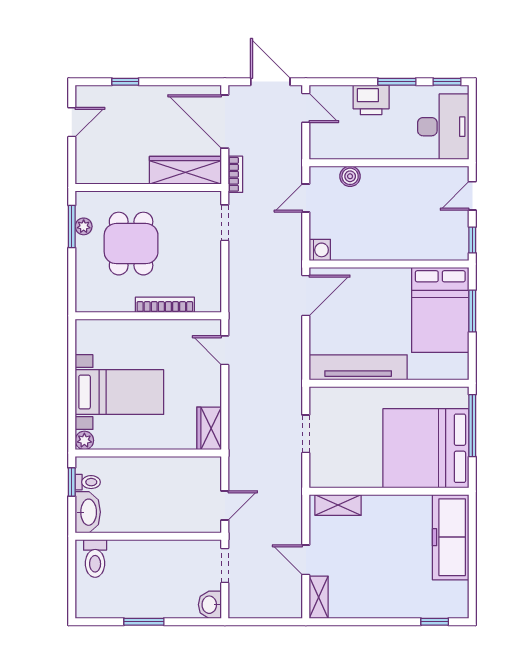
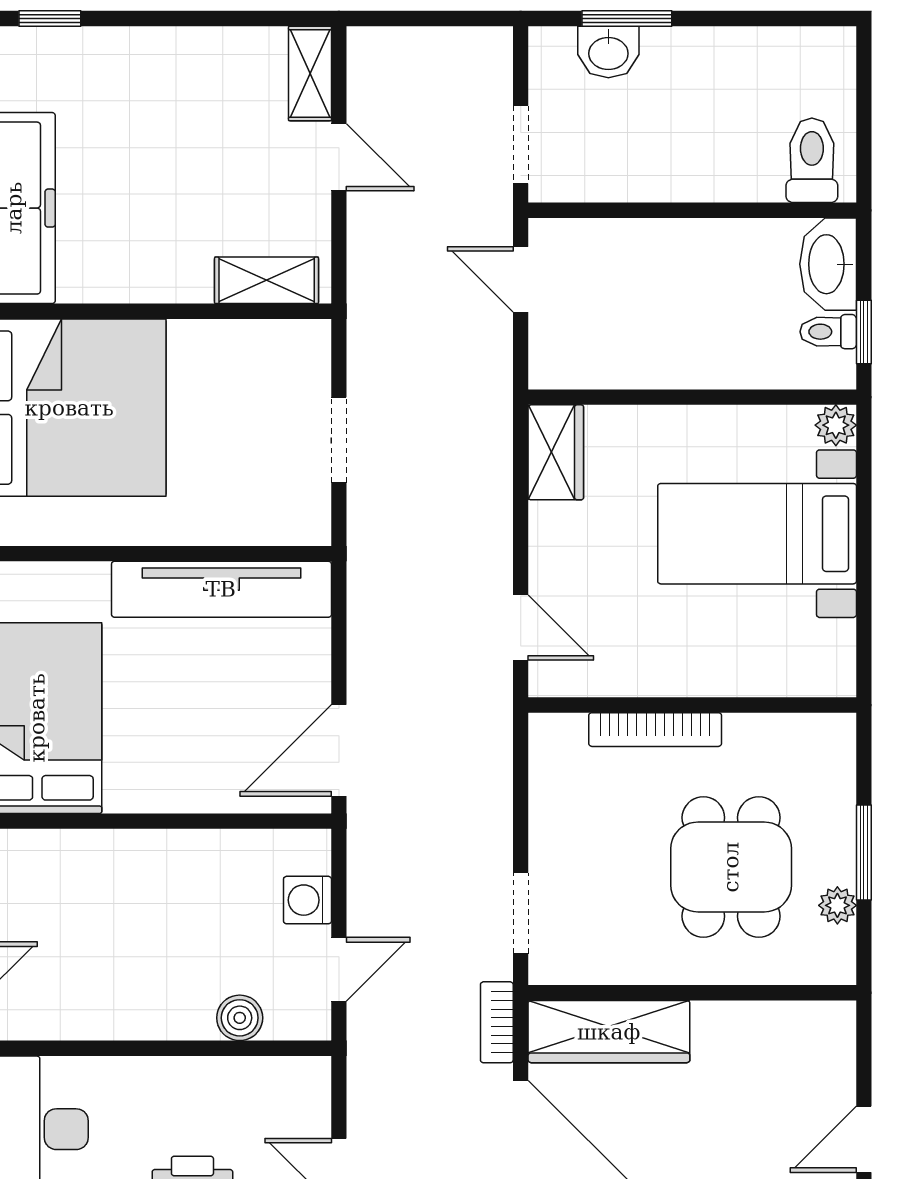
window: (72, 227) -> (864, 853), moved
washing machine: (320, 250) -> (307, 900), moved
door: (225, 505) -> (521, 279), hinge flipped
washbasin: (210, 605) -> (608, 52), moved, turned 90
window: (144, 622) -> (627, 18), moved

